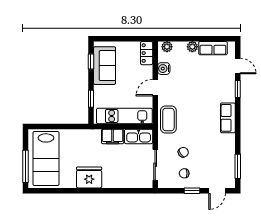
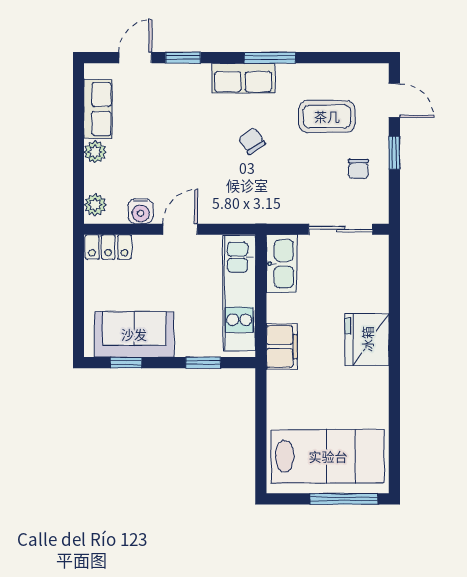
door: (155, 88) -> (180, 229), swing flipped
coffee table: (168, 120) -> (327, 116), moved
filing cabinet: (113, 136) -> (282, 347), moved
chair: (183, 152) -> (252, 141), moved
window: (238, 166) -> (270, 58), moved
fridge: (89, 177) -> (367, 339), moved

